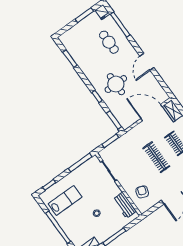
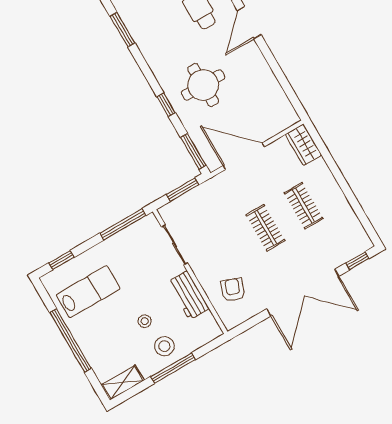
door: (147, 62) -> (249, 23), moved
door: (151, 113) -> (244, 156), moved
clothes rail: (156, 157) -> (265, 228), width x0.73
workbench: (125, 205) -> (188, 295), moved
stool: (109, 226) -> (164, 346), added

